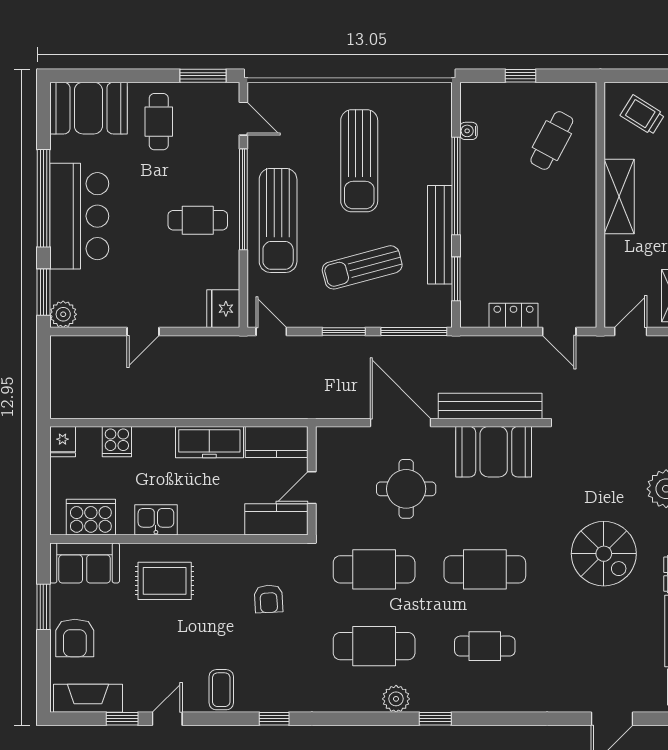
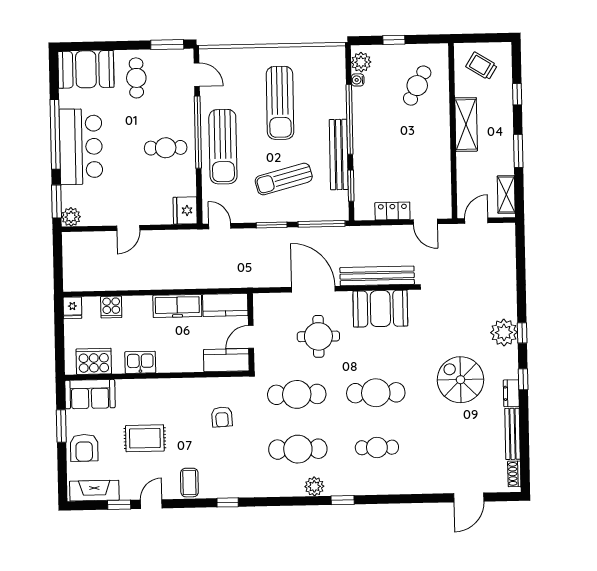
plant: (474, 106) -> (361, 62), added
spiral stairs: (604, 554) -> (460, 380), turned 180
rug: (165, 581) -> (145, 438), moved

